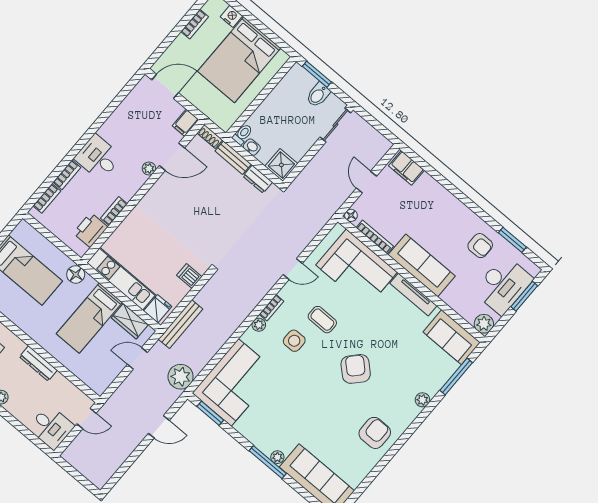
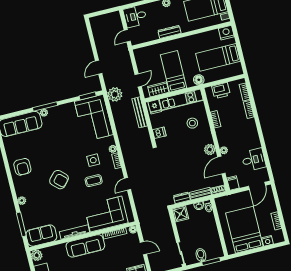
desk: (98, 157) -> (254, 160), moved
plant: (162, 189) -> (210, 150), added
printer: (90, 230) -> (221, 91), moved, turned 90
stool: (143, 240) -> (192, 123), added

